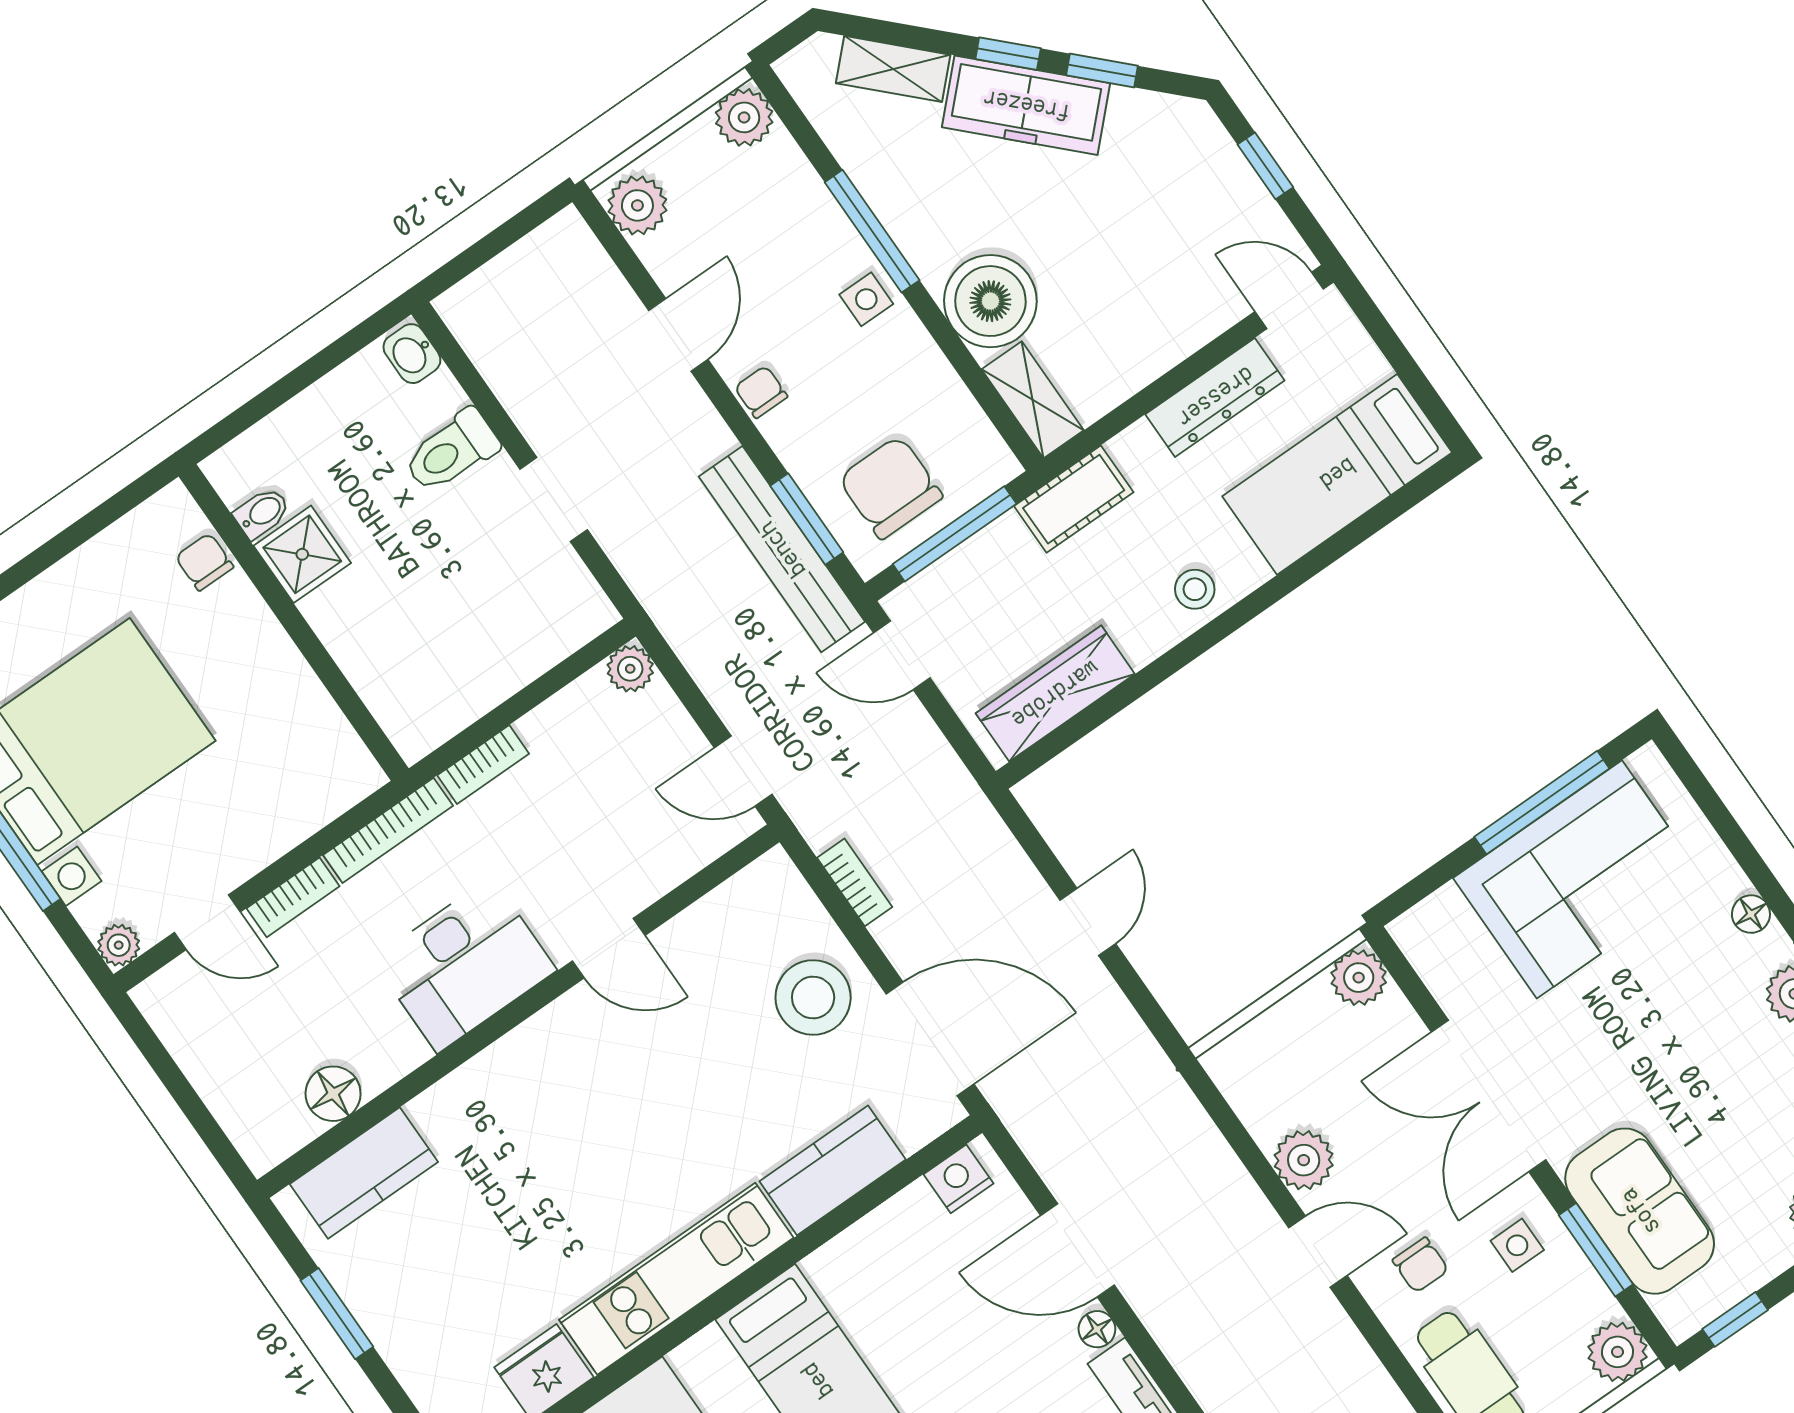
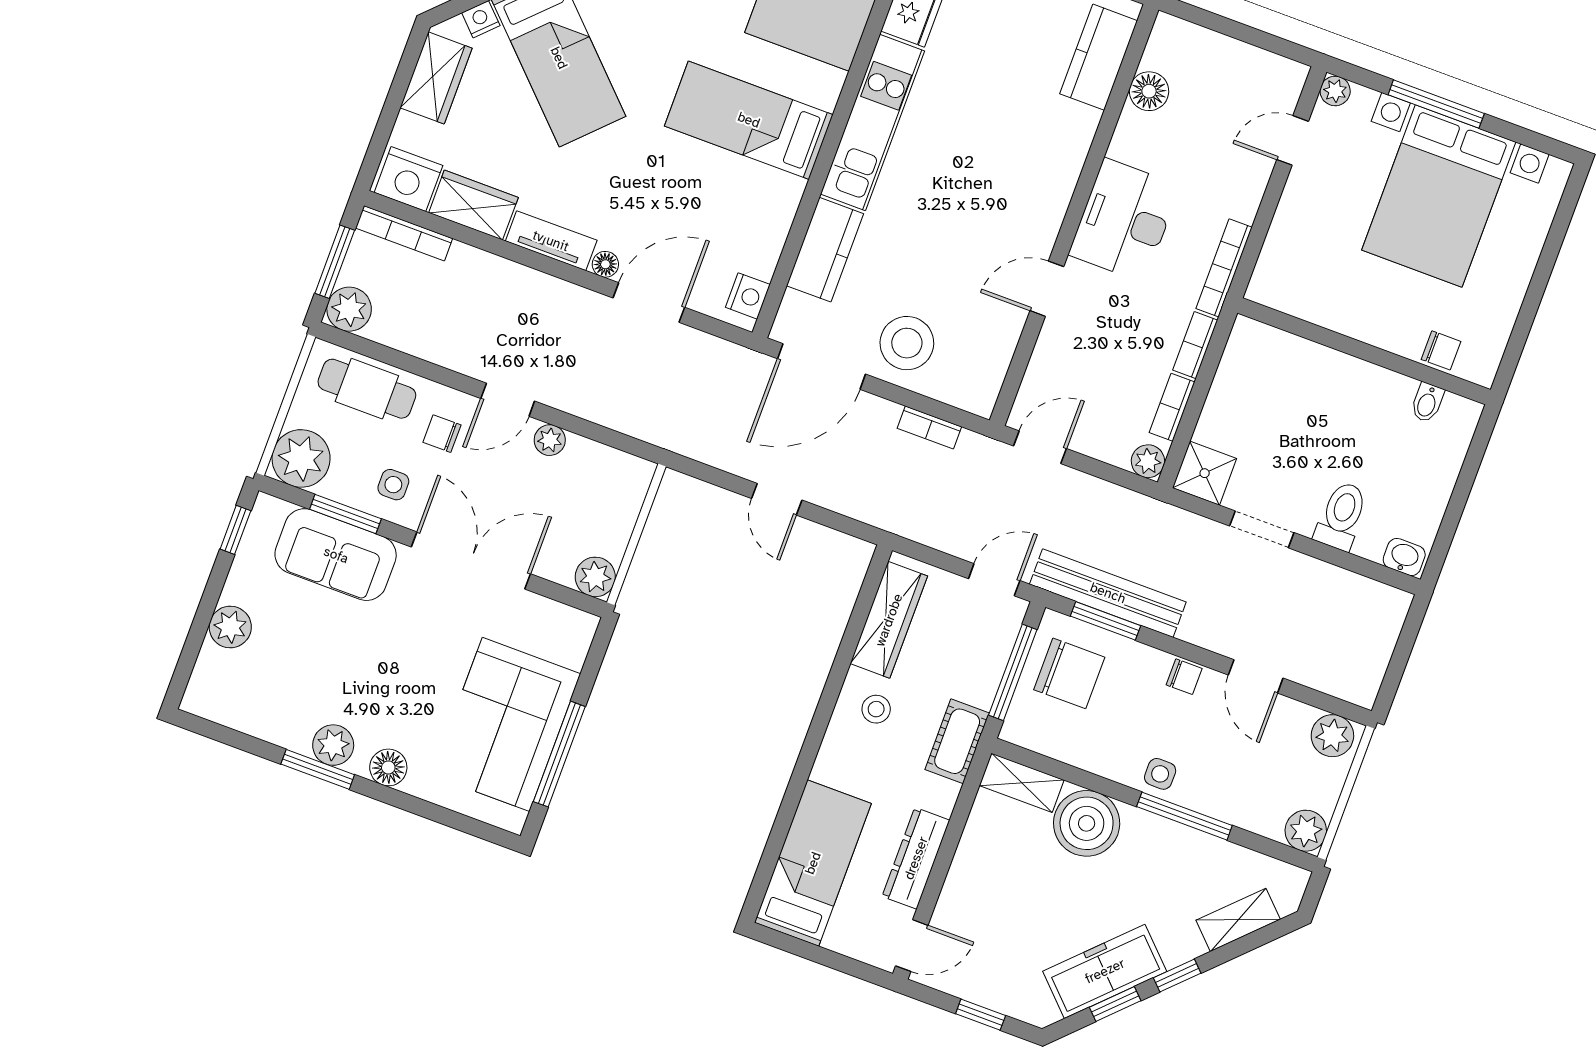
freezer: (1026, 105) -> (1105, 971), moved
shower: (302, 554) -> (1205, 473), moved
stool: (1195, 589) -> (876, 709), moved
bookcase: (293, 897) -> (1172, 407), moved
floor lamp: (1751, 914) -> (388, 767), width x1.37, depth x1.37
plant: (1304, 1160) -> (550, 440), width x0.73, depth x0.73
plant: (1618, 1352) -> (301, 458), width x1.36, depth x1.36

